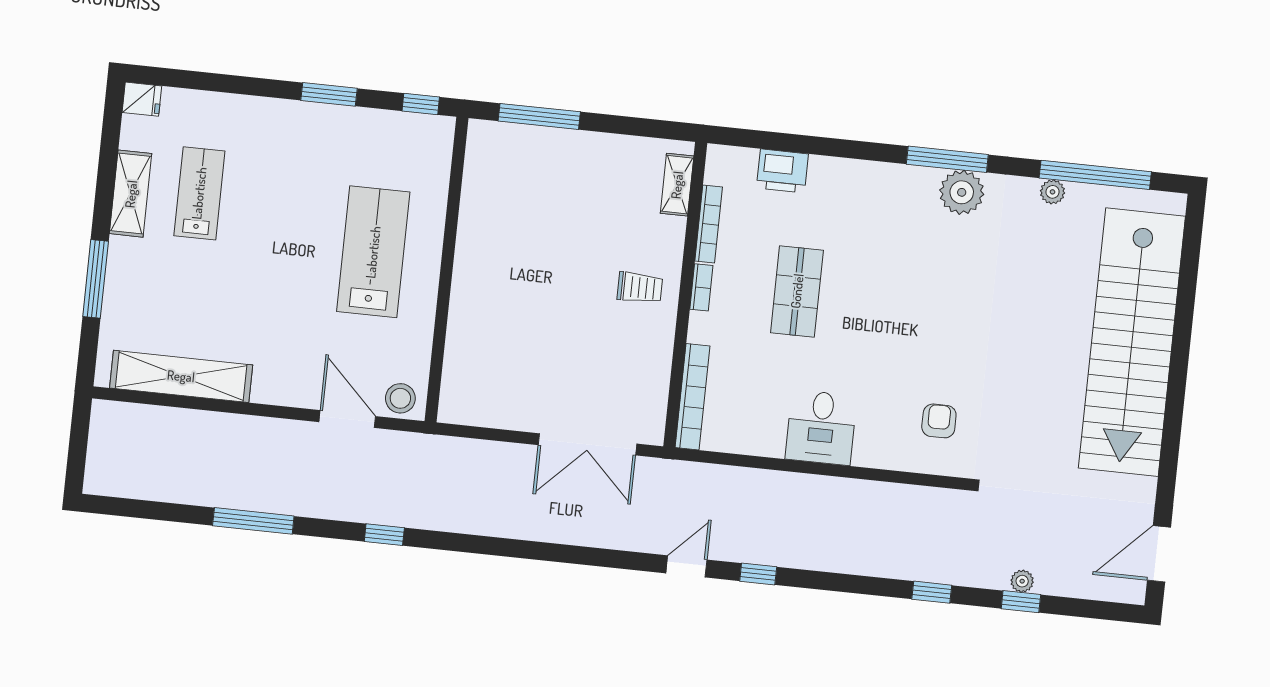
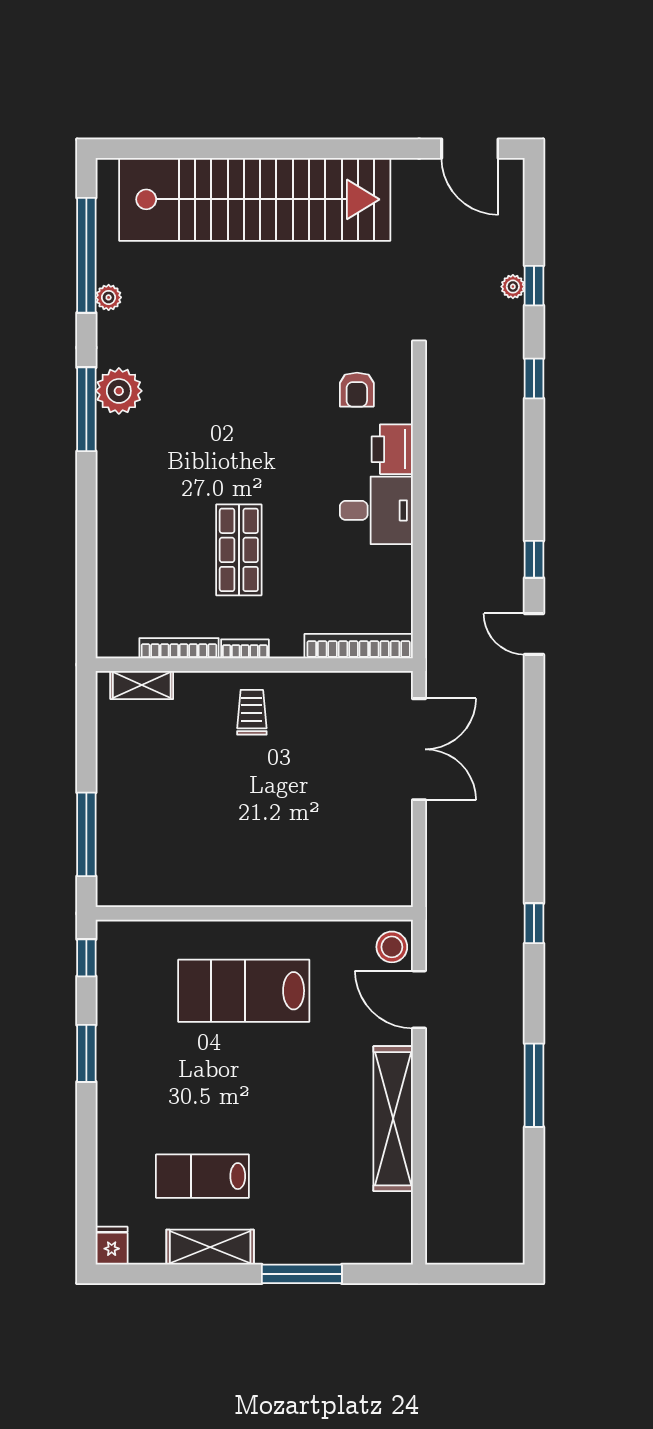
printer: (782, 171) -> (392, 449), moved, turned 180
shop shelf: (797, 291) -> (239, 550), turned 90
shelving: (181, 376) -> (393, 1119), moved
door: (347, 419) -> (419, 999), hinge flipped
armchair: (939, 421) -> (357, 390), turned -90
window: (384, 535) -> (534, 923), moved

